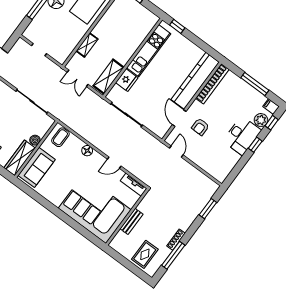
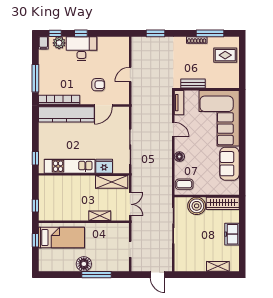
window: (255, 84) -> (35, 78), moved
boiler: (35, 140) -> (197, 206), width x1.86, depth x1.86
door: (176, 152) -> (130, 75), moved
sofa: (37, 167) -> (229, 164), moved, turned -90
bench: (132, 221) -> (193, 84), moved

